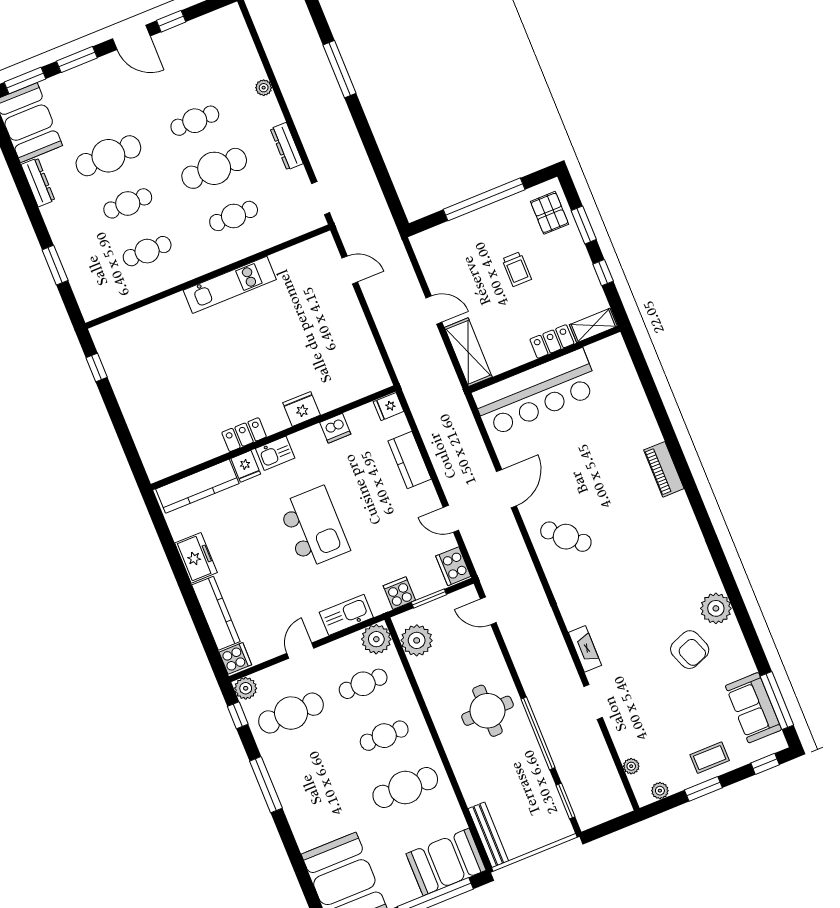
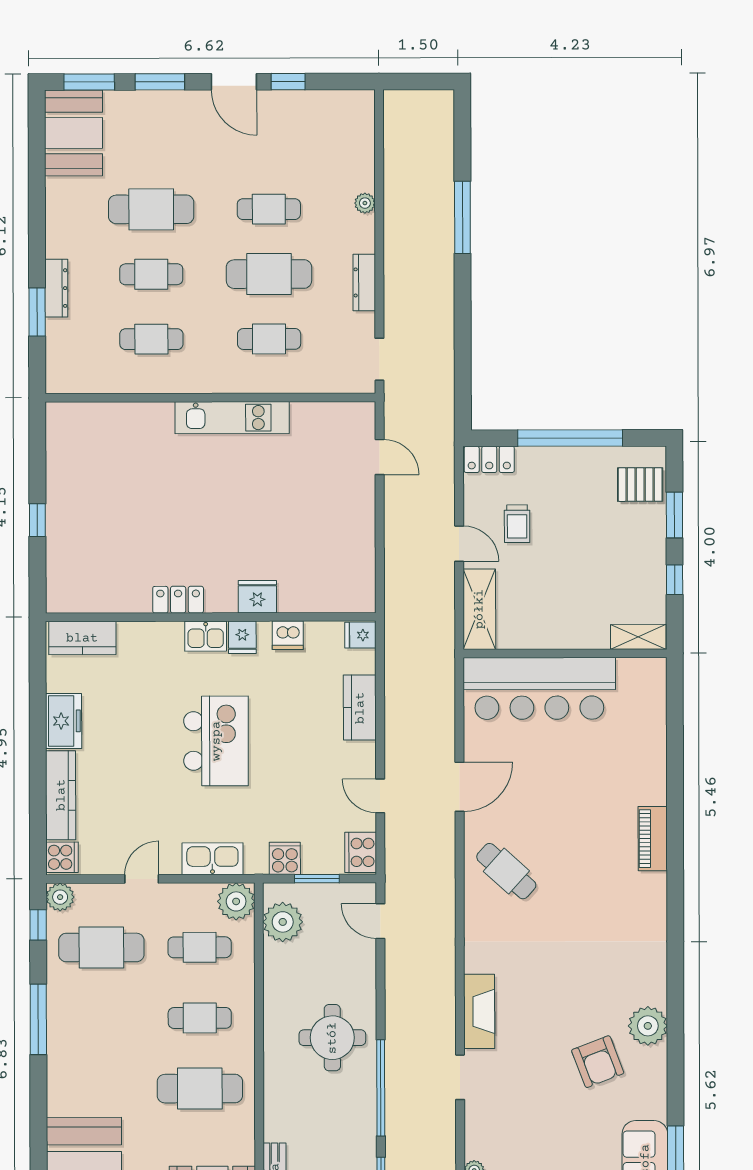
dresser: (38, 182) -> (56, 288), moved
pallet: (549, 213) -> (640, 485), turned 90
trolley: (517, 269) -> (517, 524), moved
locker: (552, 341) -> (489, 459), moved, turned 180
window: (97, 367) -> (37, 520), moved
fridge: (246, 466) -> (242, 637), moved
kitchen counter: (197, 486) -> (82, 638), width x0.67
fireplace: (585, 649) -> (479, 1011), width x1.37, depth x1.32

